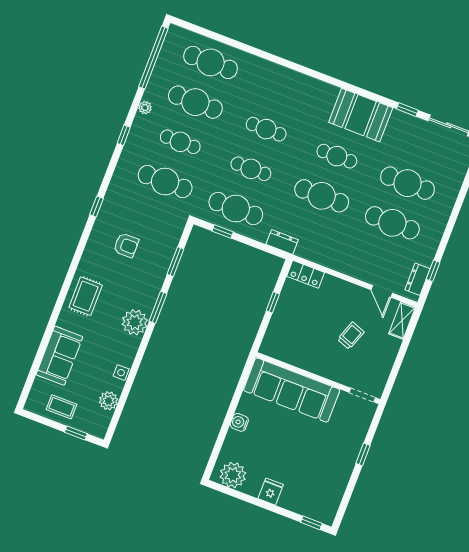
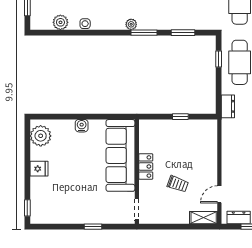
locker: (306, 274) -> (146, 167), moved, turned 180
plant: (135, 322) -> (131, 24), width x0.53, depth x0.53

